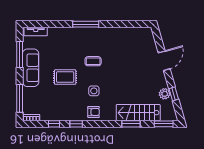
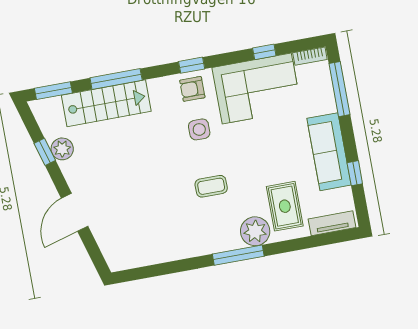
plant: (75, 34) -> (255, 231), added
window: (20, 55) -> (355, 173), width x0.46
rug: (65, 77) -> (285, 206), moved, turned 90
corner sofa: (61, 106) -> (257, 89), added
window: (76, 124) -> (192, 65), moved
window: (131, 124) -> (116, 79), width x1.44

